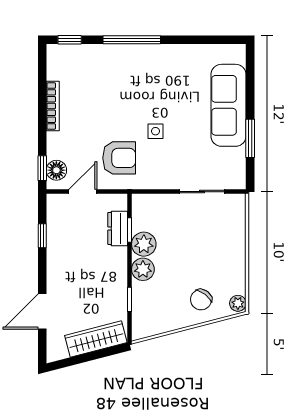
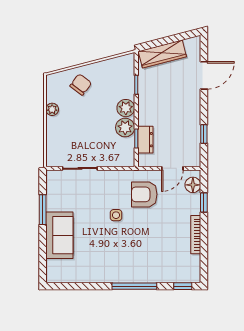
sofa: (229, 105) -> (59, 235), width x0.73
window: (42, 168) -> (204, 202), moved
plant: (238, 303) -> (52, 109), moved

